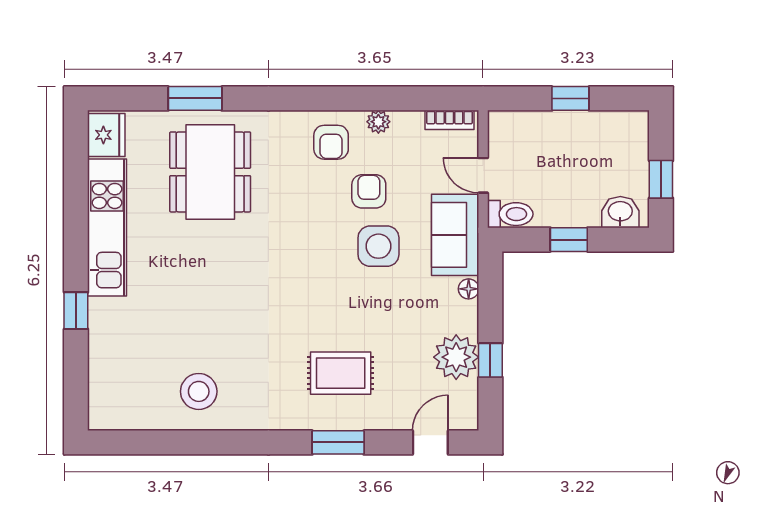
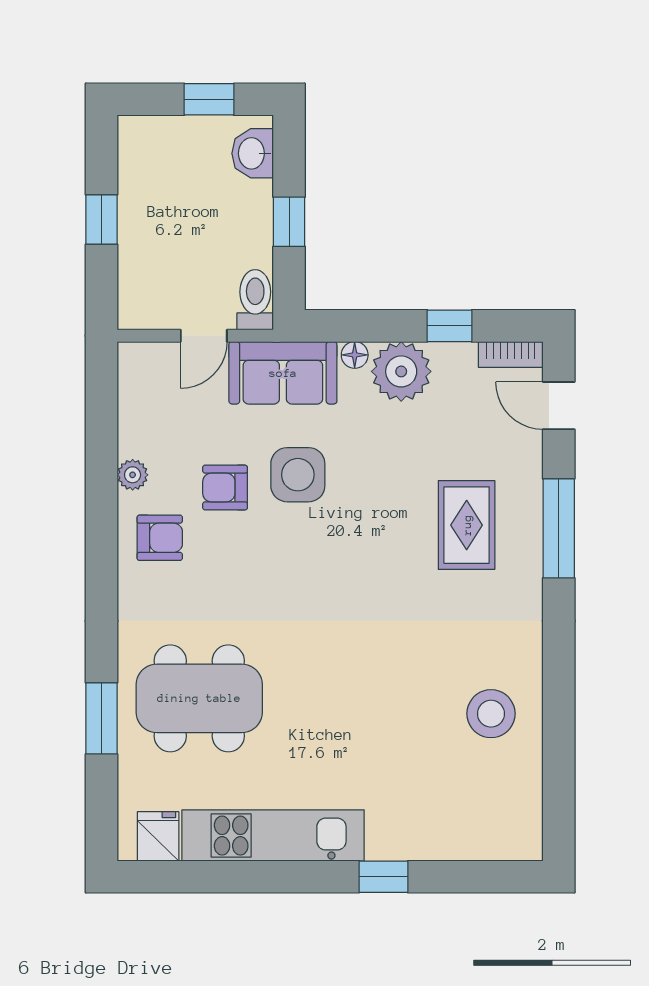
bookcase: (449, 120) -> (511, 354), moved, turned 90
fridge: (106, 135) -> (158, 836), width x0.72
plant: (456, 357) -> (401, 371), moved
window: (338, 442) -> (559, 528), width x1.44

